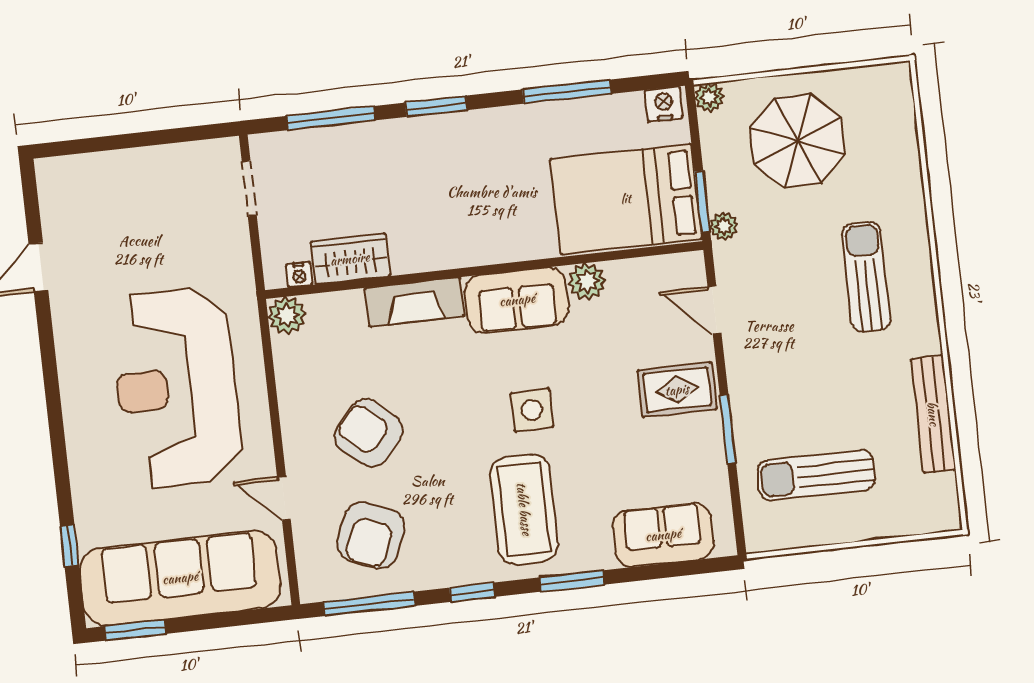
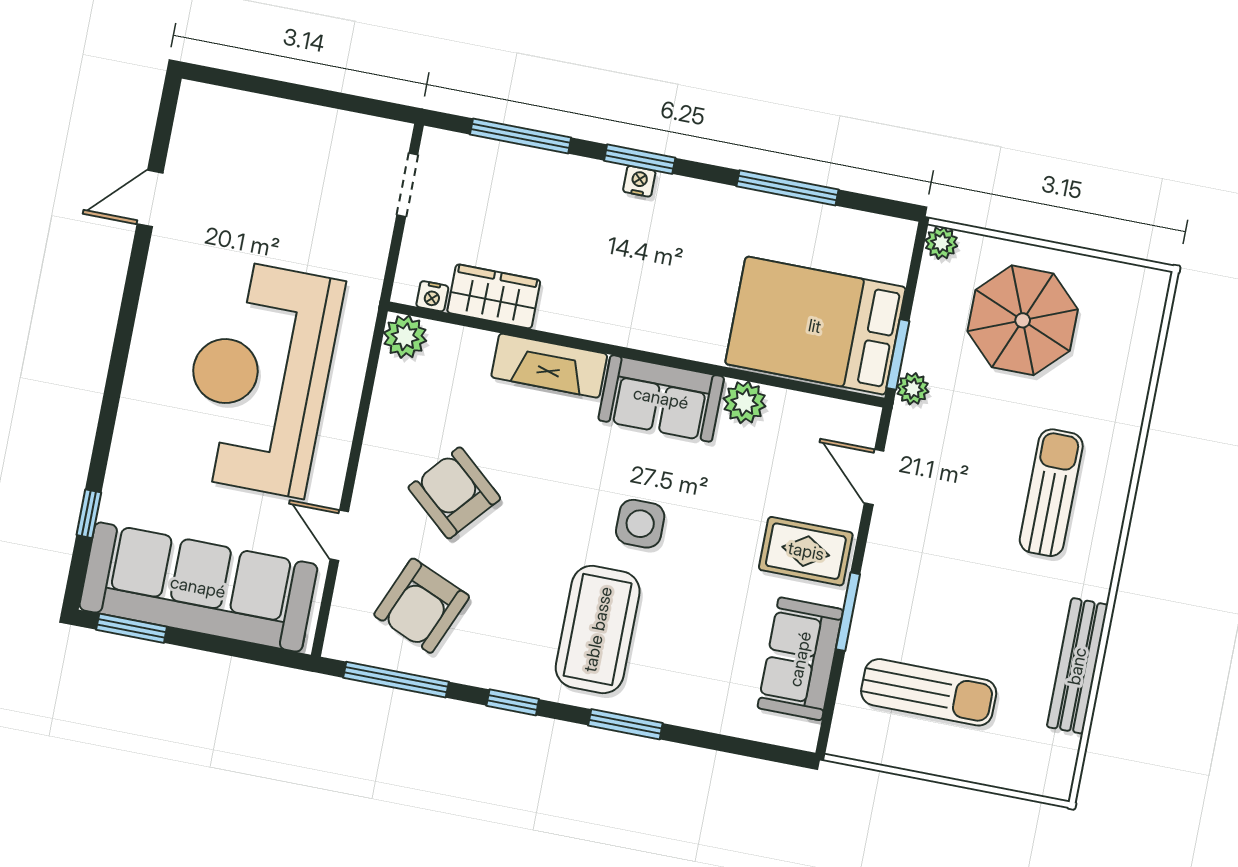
nightstand: (664, 104) -> (639, 181), moved, width x0.72, depth x0.74
sun lounger: (816, 475) -> (929, 692), turned 180
sofa: (663, 535) -> (800, 659), moved, turned -90

